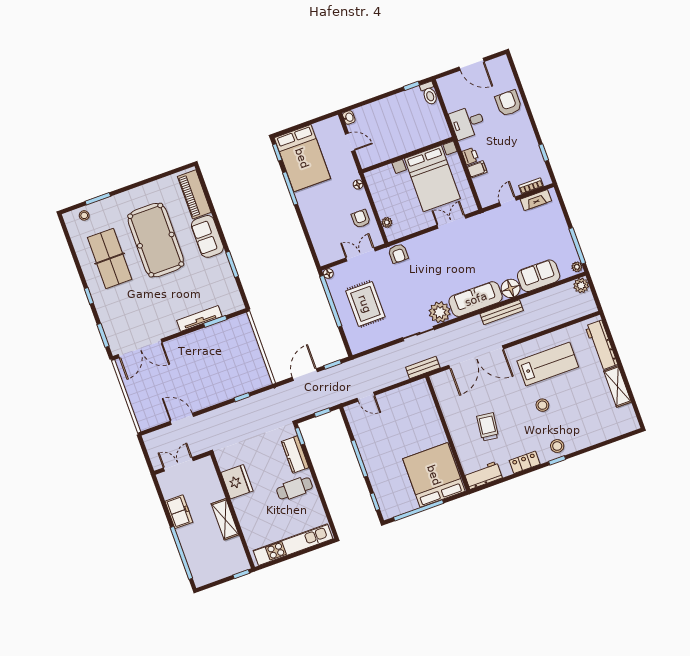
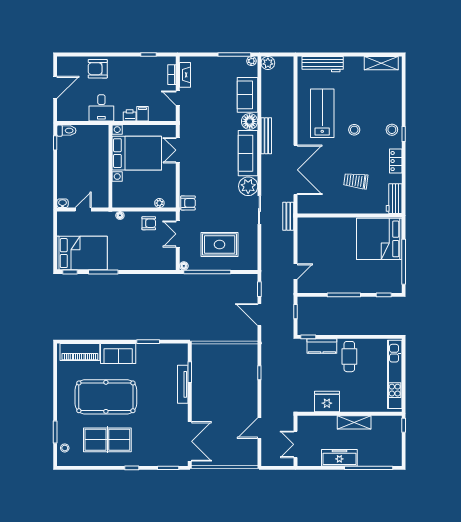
armchair: (361, 219) -> (149, 223), turned 180
shelving: (617, 386) -> (381, 63), moved
freezer: (179, 512) -> (339, 458), width x1.40

